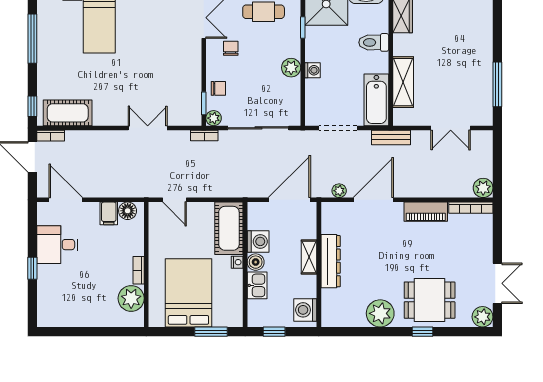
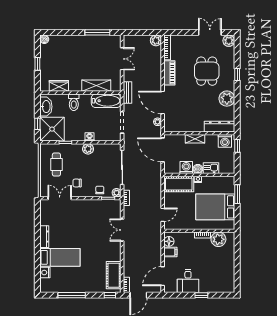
dresser: (331, 261) -> (220, 127), moved
dining table: (430, 300) -> (207, 71), moved
window: (274, 332) -> (237, 146), moved

